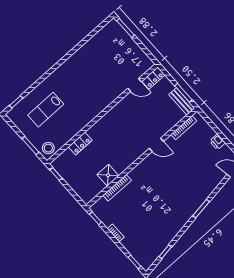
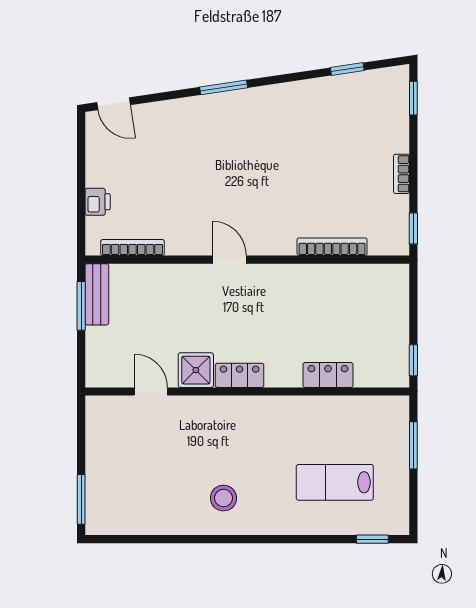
locker: (153, 78) -> (240, 375), moved
lab bench: (46, 110) -> (335, 482), turned 180
printer: (217, 142) -> (98, 202), moved
door: (156, 145) -> (229, 260), moved
stool: (48, 148) -> (223, 498), moved
shower: (108, 175) -> (196, 370), moved

